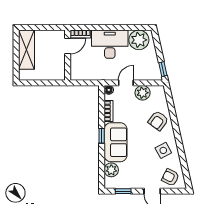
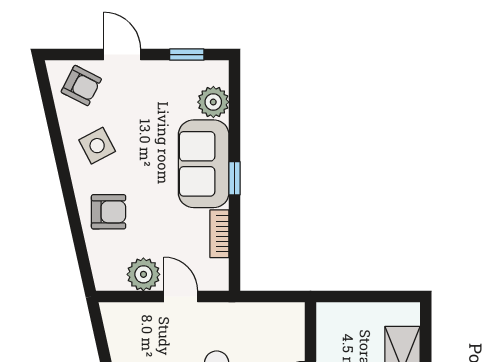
window: (163, 69) -> (98, 327), removed
door: (126, 83) -> (181, 296), swing flipped
floor lamp: (109, 90) -> (219, 281), removed
armchair: (158, 121) -> (109, 212), turned 53

